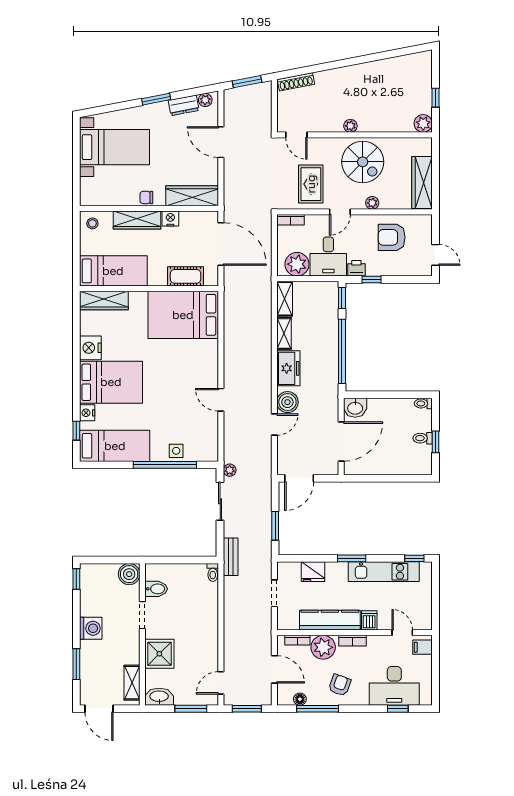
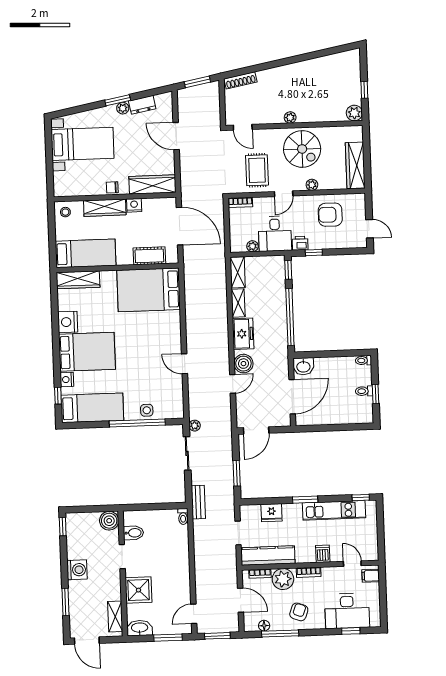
plant: (205, 100) -> (123, 108), moved
plant: (297, 264) -> (252, 246), width x0.53, depth x0.53
kitchen counter: (330, 620) -> (268, 556), moved

